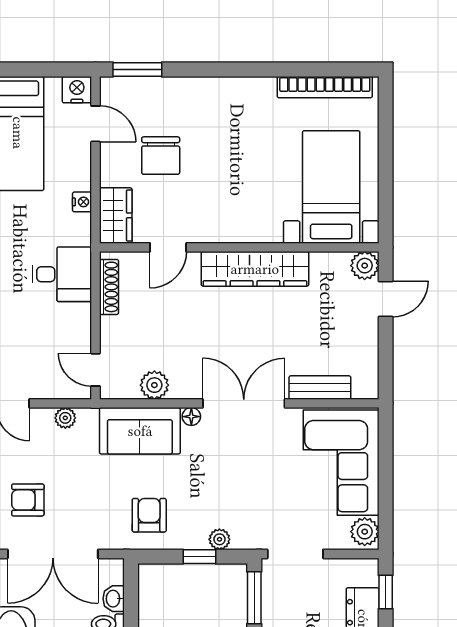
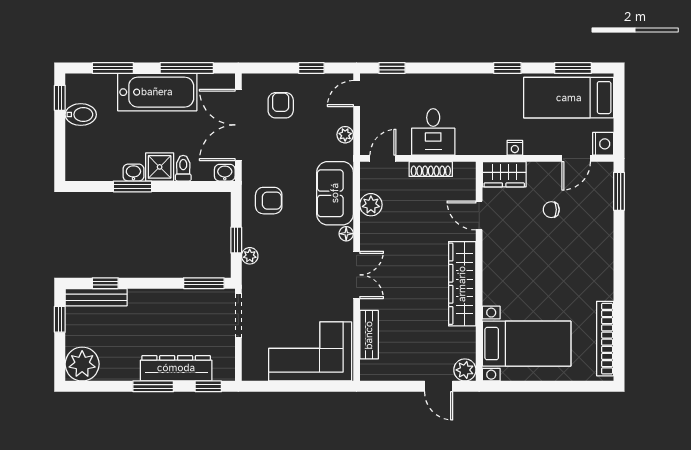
chair: (161, 156) -> (551, 210), width x0.54, depth x0.54
desk: (62, 274) -> (433, 132), moved
shoe rack: (109, 287) -> (431, 169), moved
double door: (244, 403) -> (357, 275), width x0.73
plant: (365, 532) -> (256, 370), removed
washbasin: (114, 599) -> (225, 173), moved

